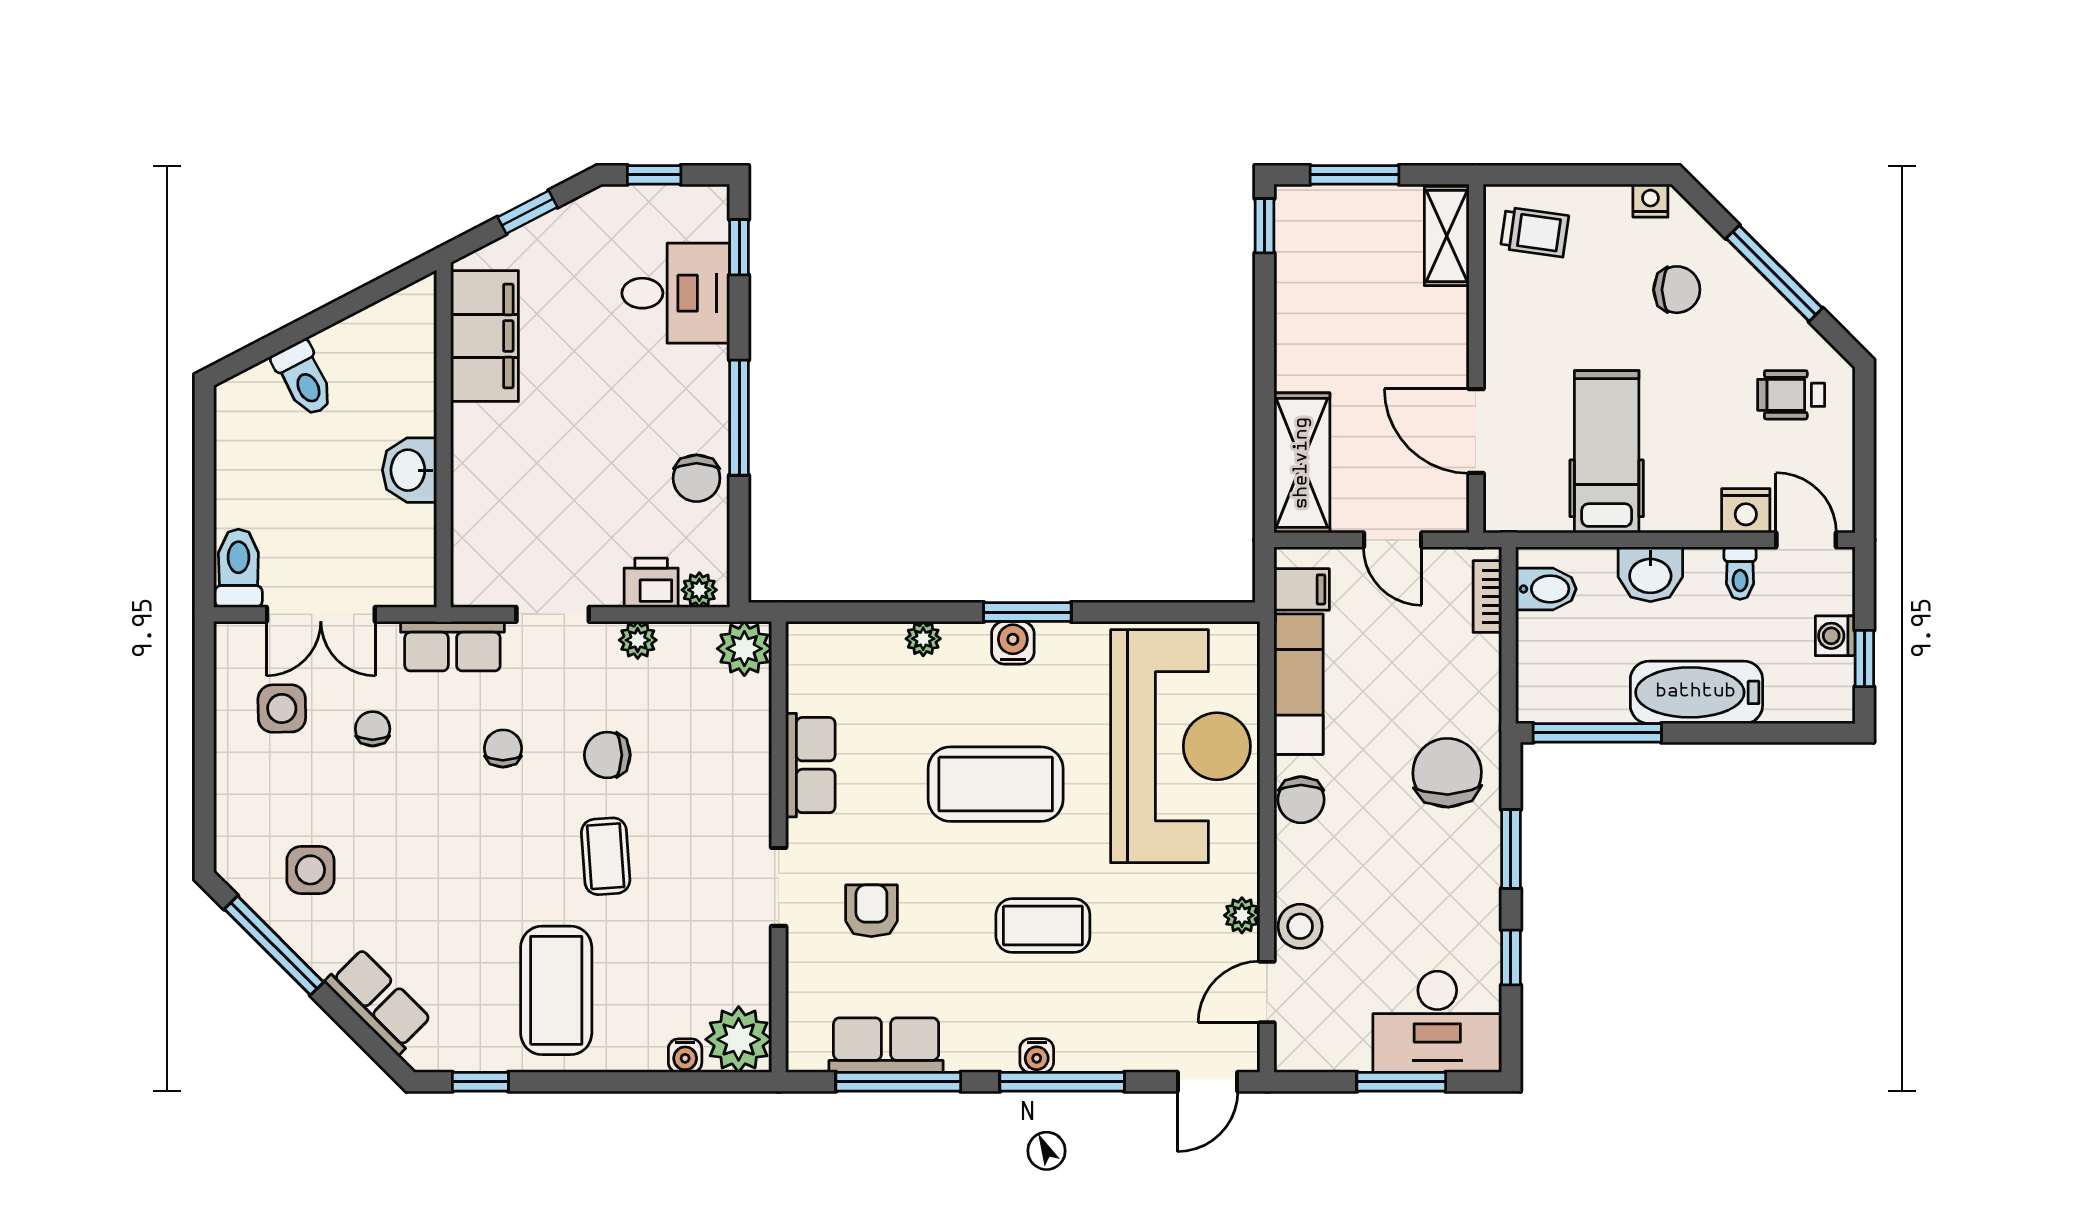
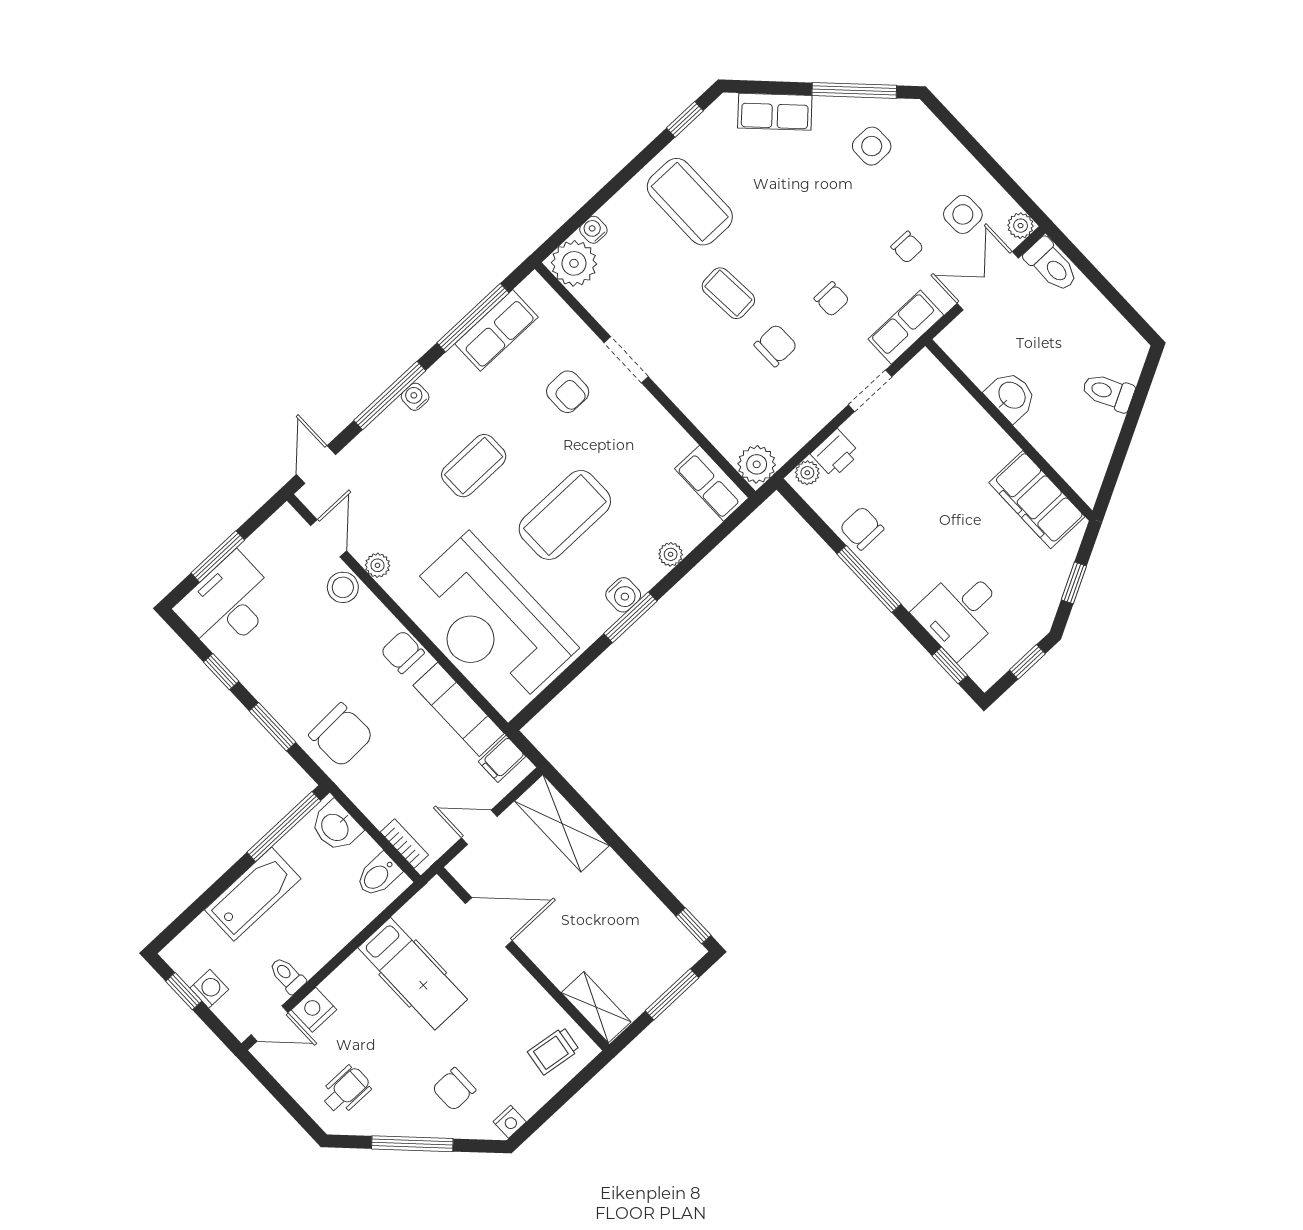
washbasin: (1650, 574) -> (336, 827), moved, turned -90
plant: (638, 640) -> (1021, 226), moved
row of seats: (810, 765) -> (712, 483), moved

